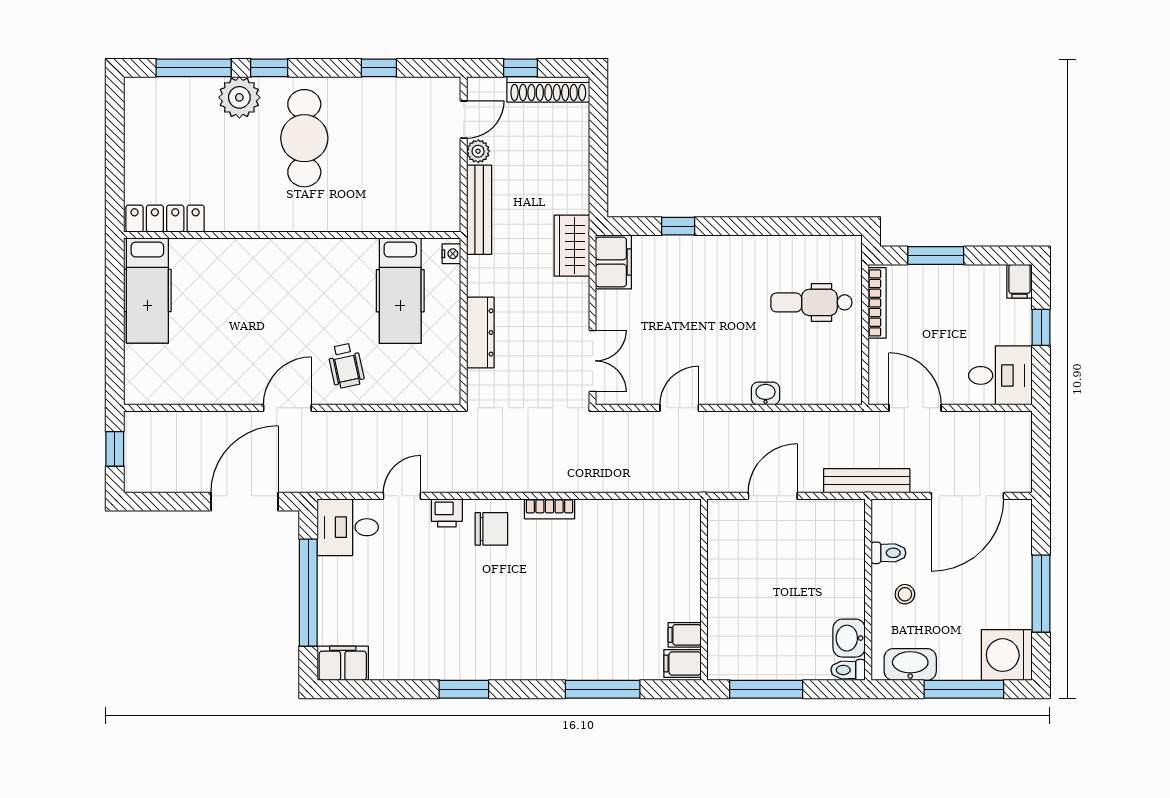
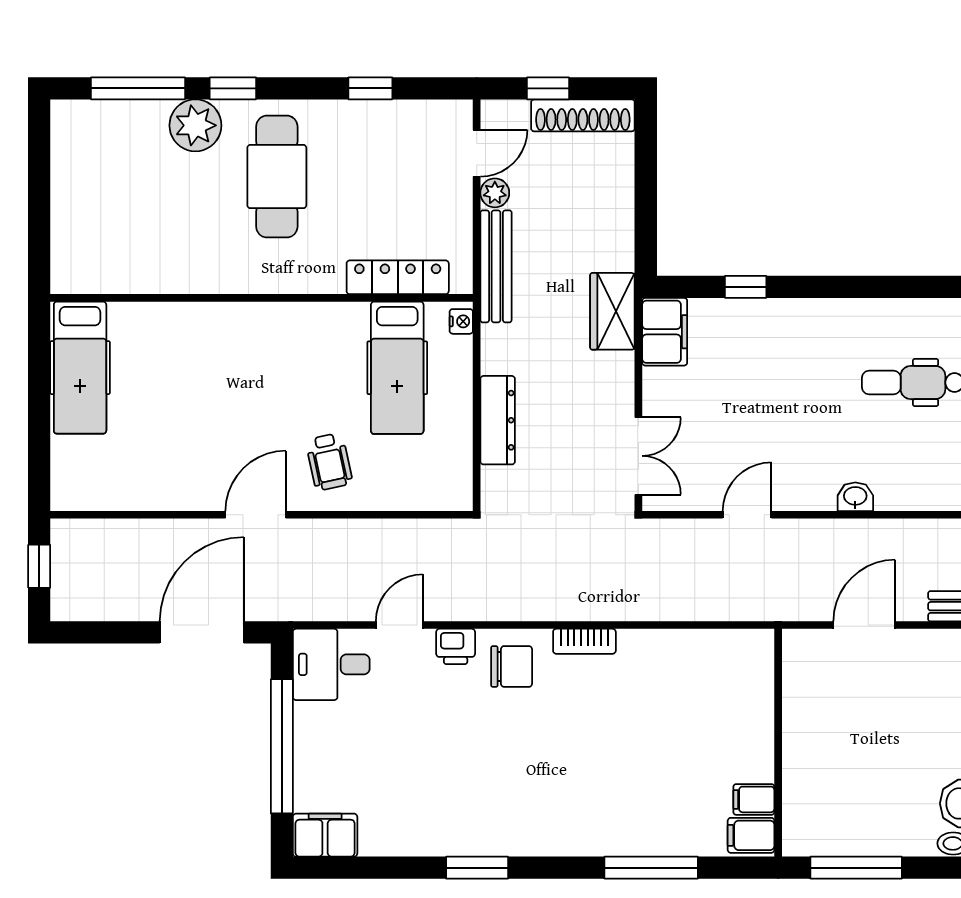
locker: (165, 219) -> (398, 277), moved

